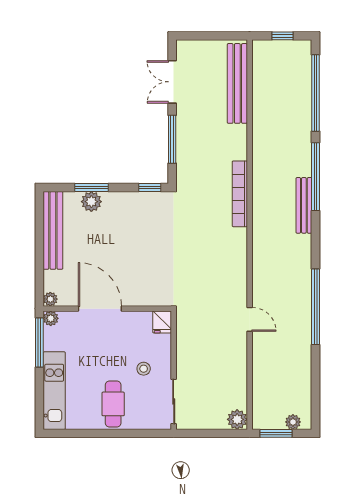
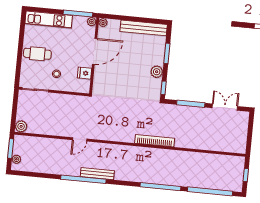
bench: (237, 83) -> (220, 146), removed
plant: (91, 202) -> (157, 72), moved
bench: (304, 205) -> (97, 174), moved
fridge: (162, 322) -> (85, 73), moved

